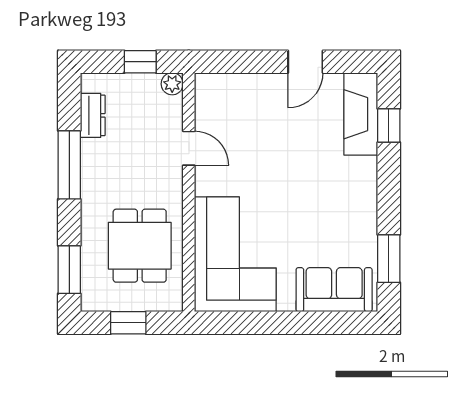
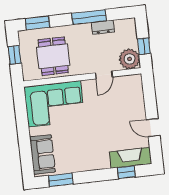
plant: (172, 84) -> (129, 59), width x1.88, depth x1.88
dresser: (93, 115) -> (103, 27), moved
dining table: (140, 246) -> (53, 56), turned 90

